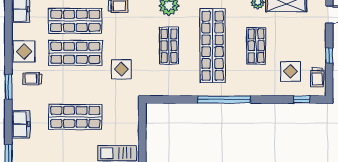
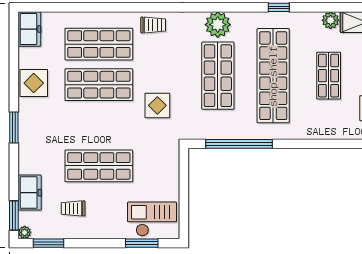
shop shelf: (169, 46) -> (218, 76), width x1.43, depth x1.36
trolley: (32, 79) -> (73, 208), moved
window: (224, 99) -> (239, 144), moved
freezer: (21, 124) -> (30, 193), moved

